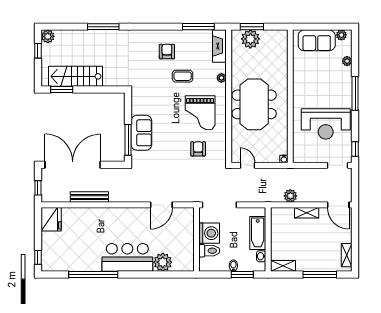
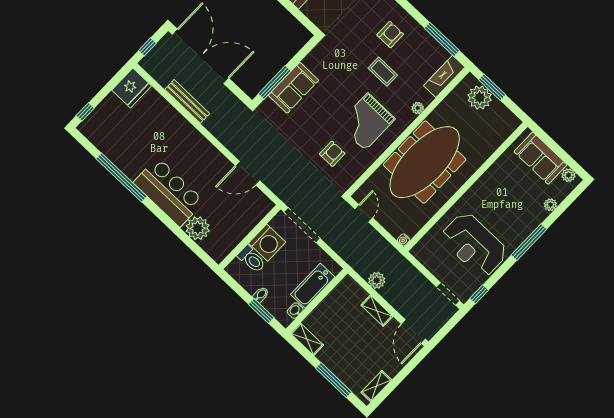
meeting table: (254, 104) -> (425, 162), width x1.36

